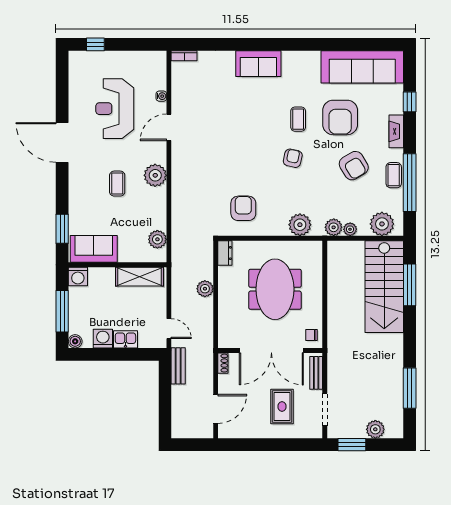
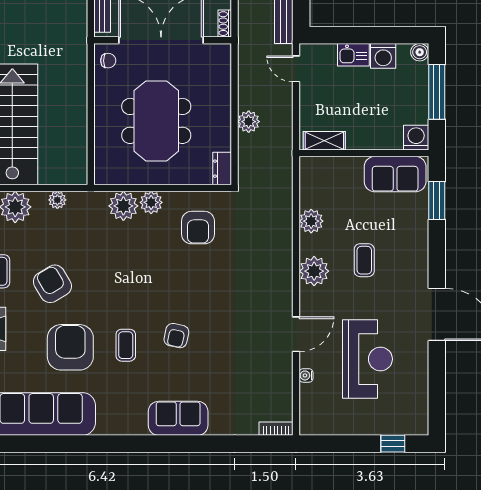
armchair: (293, 158) -> (176, 336), moved
plant: (334, 227) -> (151, 202), moved
plant: (157, 239) -> (311, 221), moved
shelving: (140, 277) -> (324, 141), width x0.67, depth x0.75

